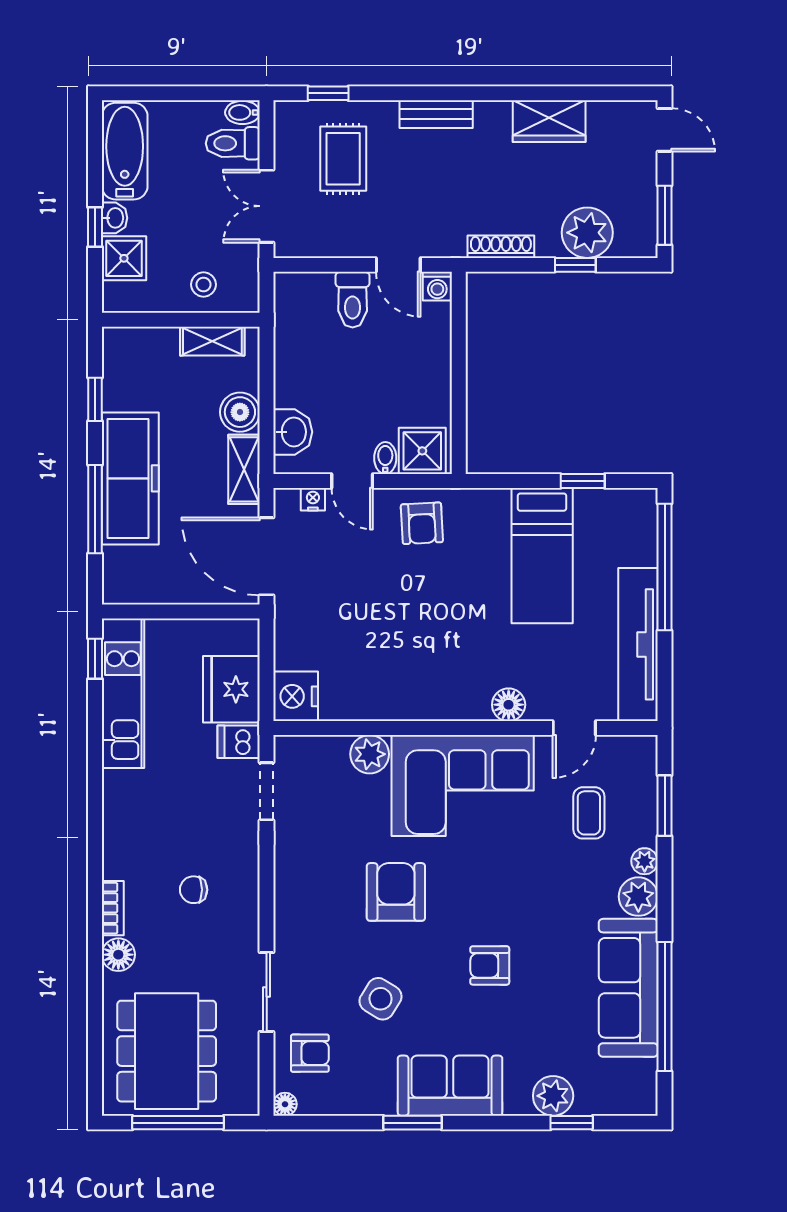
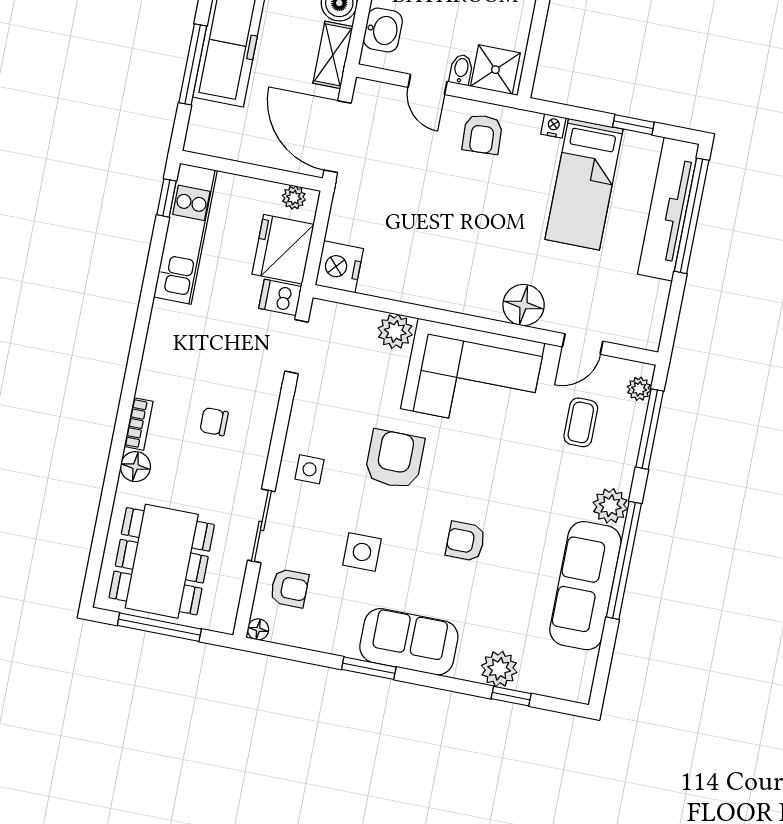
nightstand: (313, 499) -> (553, 126), moved
plant: (232, 631) -> (294, 198), added
tv unit: (638, 644) -> (668, 209), moved
floor lamp: (509, 705) -> (524, 305), width x1.38, depth x1.38
window: (665, 806) -> (650, 429), width x1.44
plant: (645, 861) -> (639, 389), moved
side table: (306, 921) -> (309, 469), added
side table: (381, 999) -> (362, 552), turned -32
window: (665, 1007) -> (624, 560), moved

